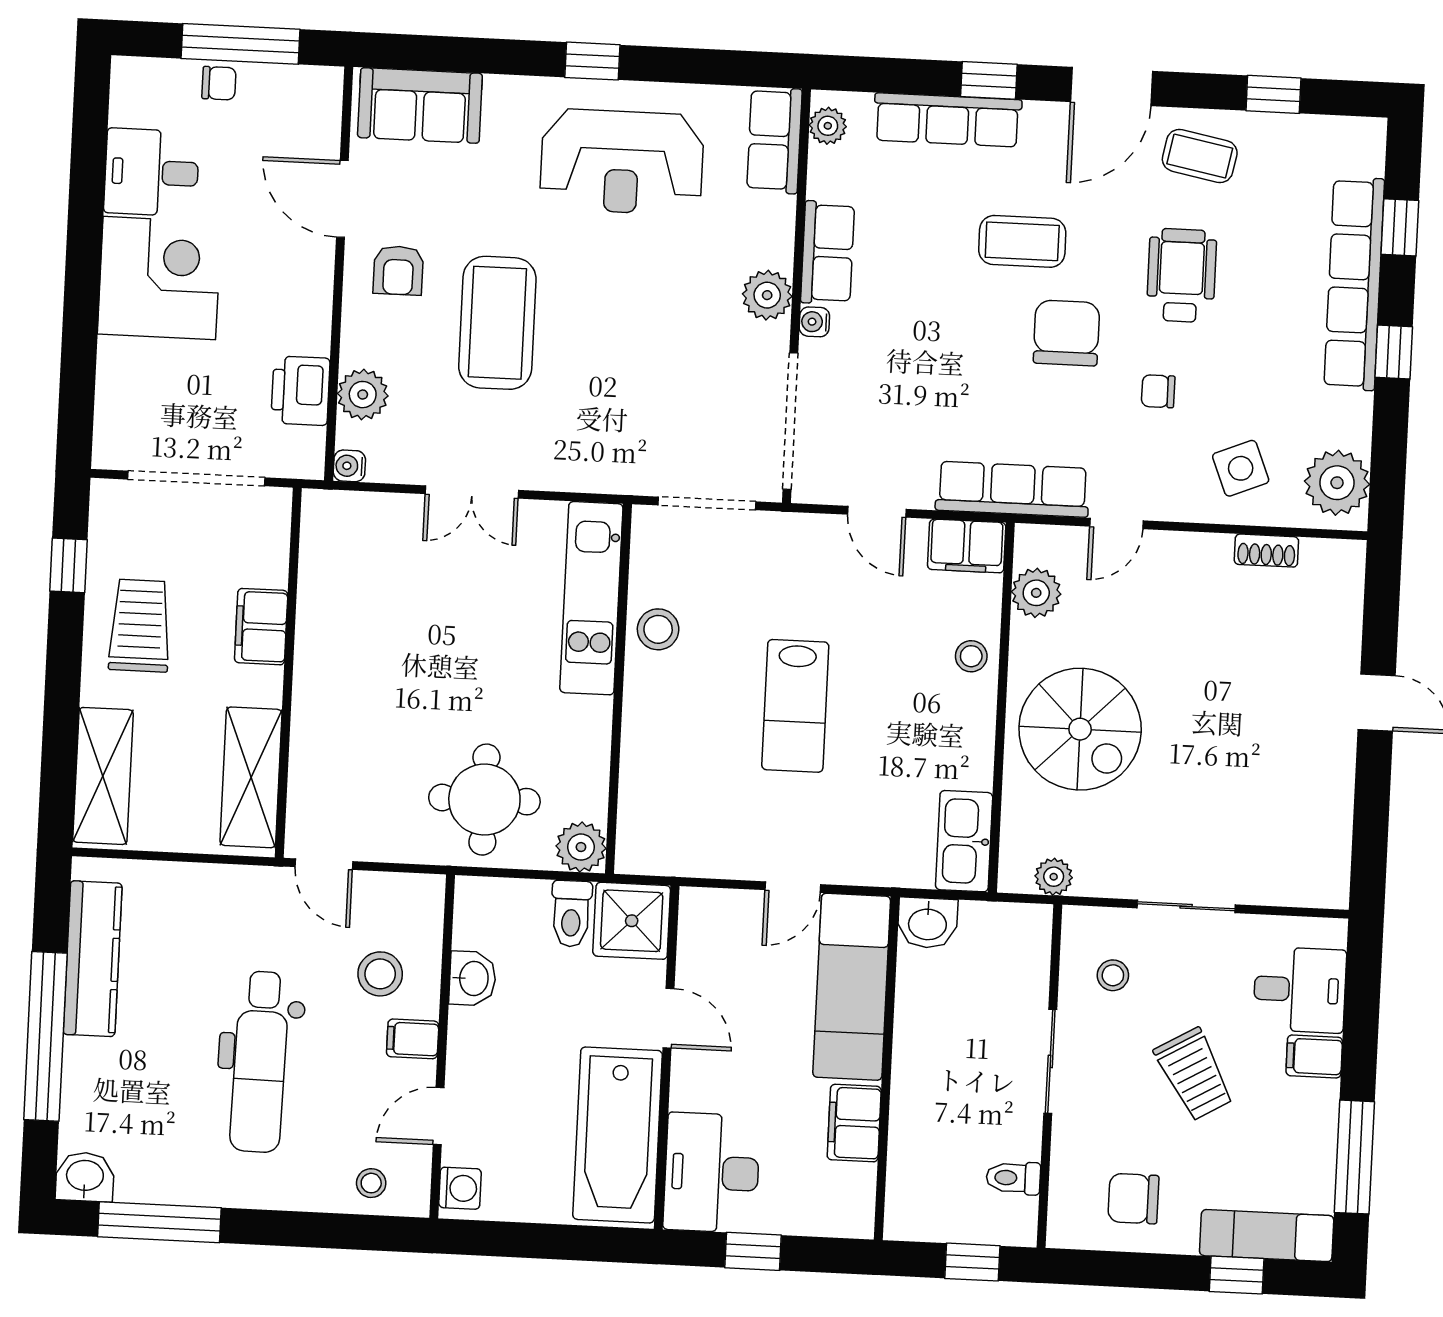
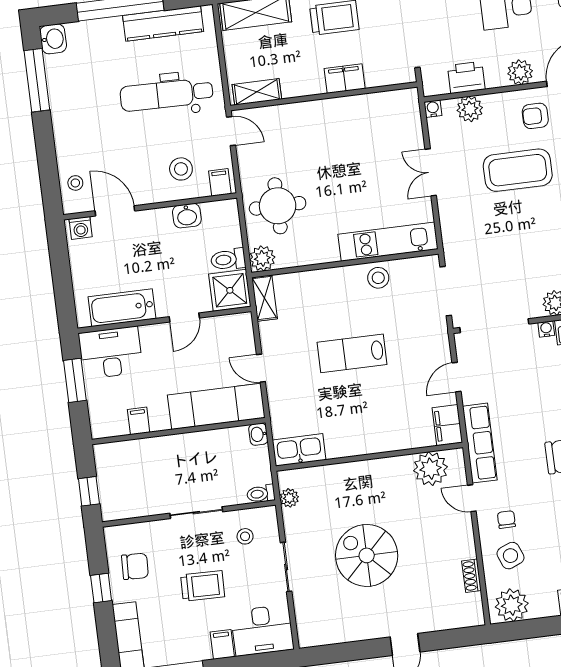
plant: (309, 285) -> (520, 72), added
chair: (1158, 391) -> (506, 520), moved
plant: (1036, 593) -> (431, 469), width x1.36, depth x1.36
stool: (971, 656) -> (392, 437), removed
spiral stairs: (1080, 729) -> (367, 555), moved, turned 90
shelving: (251, 777) -> (257, 92), width x0.67, depth x0.75
shelving: (659, 856) -> (265, 298), added
door: (324, 864) -> (231, 131), swing flipped
washbasin: (928, 923) -> (258, 434), width x0.72, depth x0.69
desk: (1300, 990) -> (262, 630), width x1.37
filing cabinet: (413, 1039) -> (220, 182), moved
dental chair: (260, 1062) -> (167, 95), moved
trolley: (1194, 1074) -> (203, 586), turned -149
door: (439, 1116) -> (115, 211), width x1.38
filing cabinet: (854, 1123) -> (139, 421), width x0.50
bathtub: (618, 1135) -> (122, 308), width x0.73, depth x0.73
toilet: (1013, 1178) -> (261, 494), moved, turned -90
chair: (1133, 1199) -> (135, 566), turned 92
window: (753, 1251) -> (75, 380), width x1.50
window: (1237, 1275) -> (101, 588), moved

